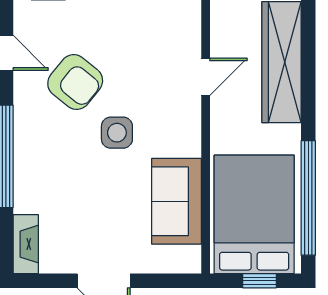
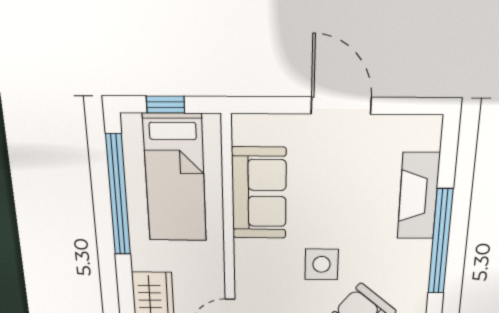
bed: (254, 214) -> (175, 178), width x0.67
fireplace: (26, 244) -> (418, 196), moved, width x1.37, depth x1.32

